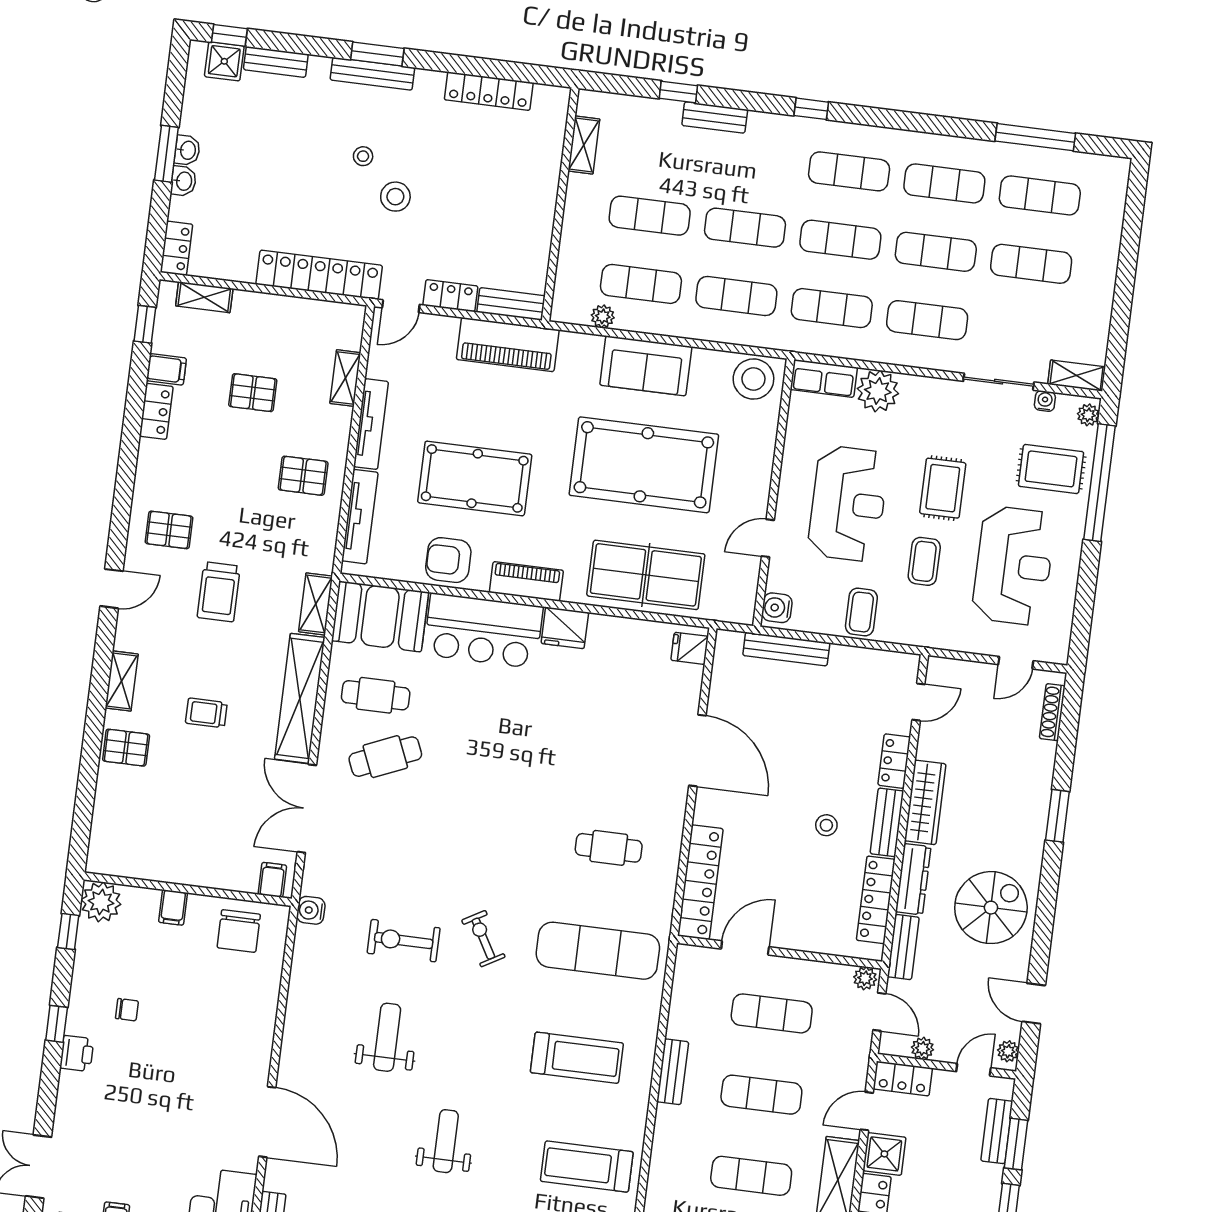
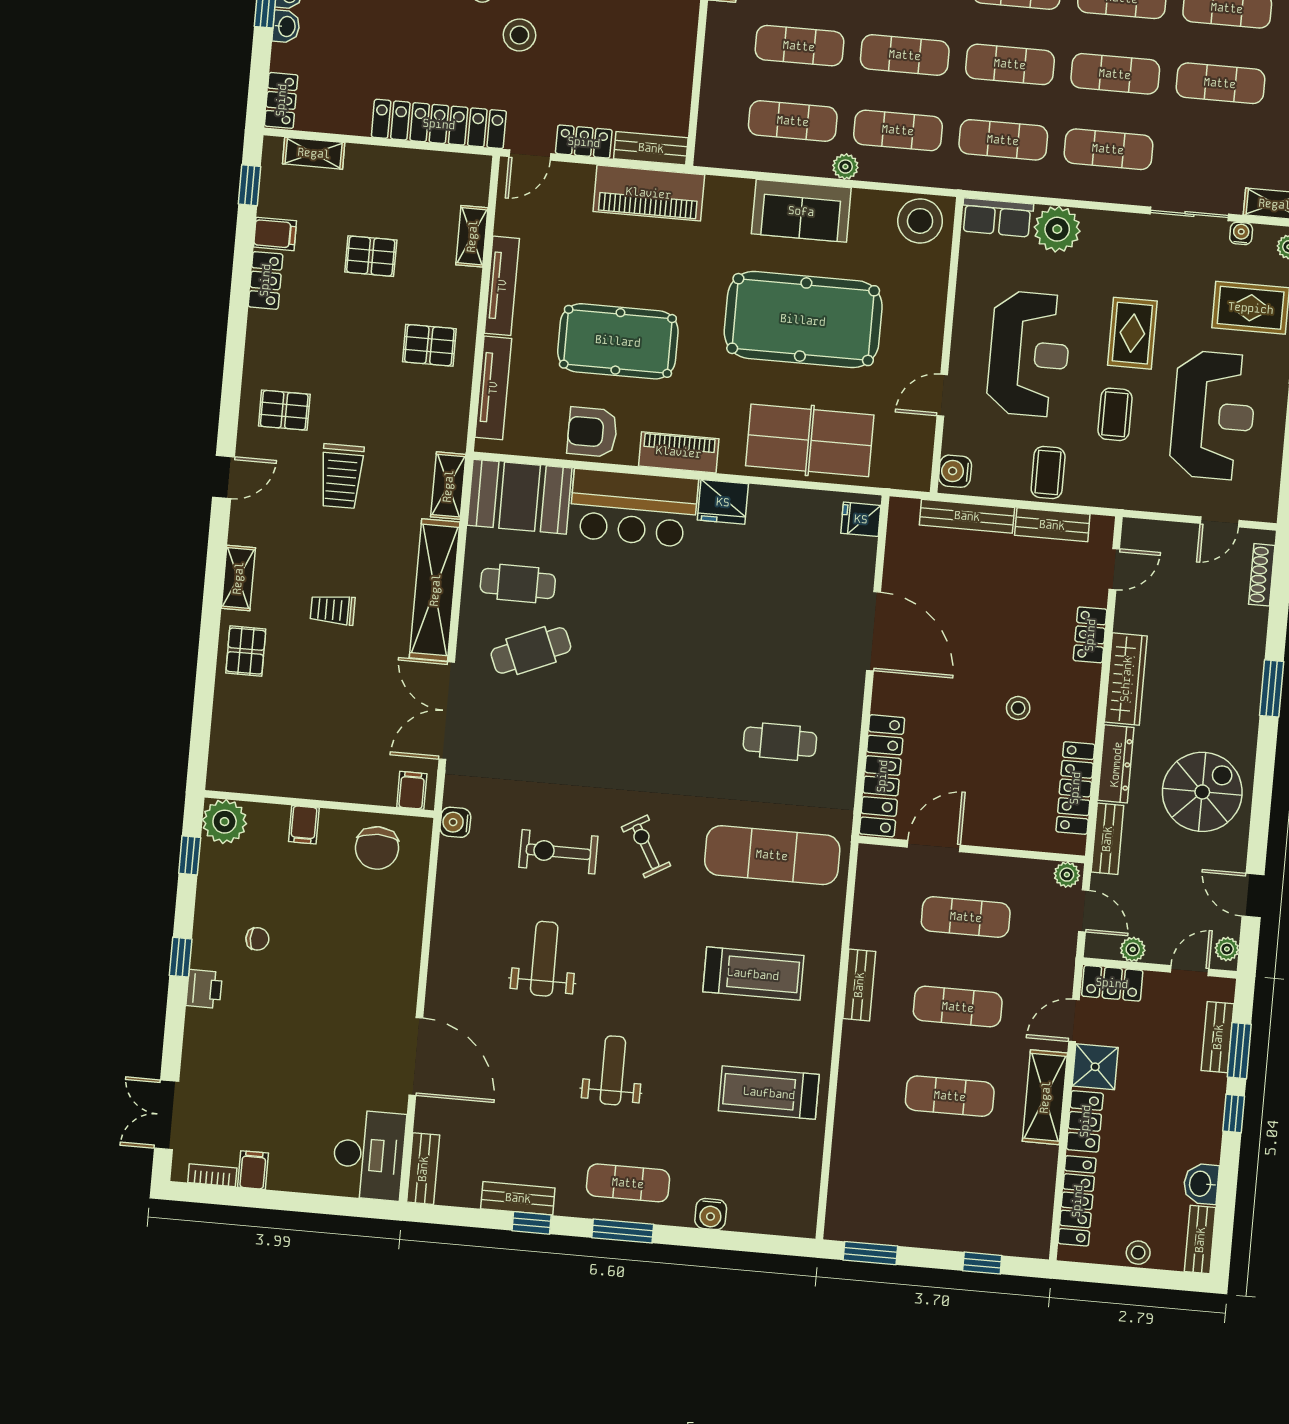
plant: (603, 316) -> (845, 167), moved
pallet: (126, 748) -> (246, 651), turned 90
bench: (887, 822) -> (1052, 525), moved, turned 90

